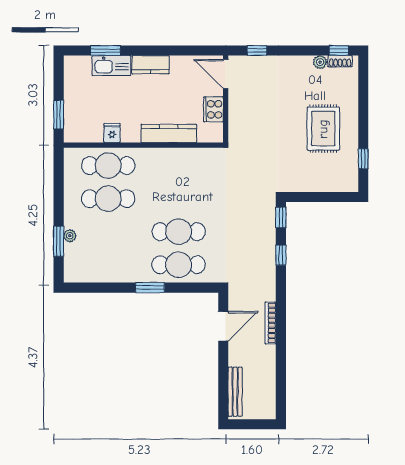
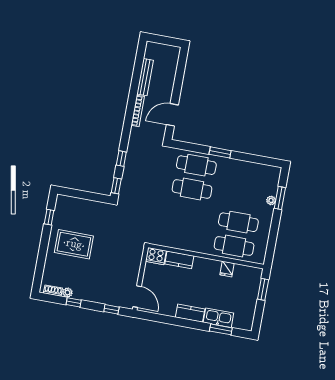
window: (339, 51) -> (74, 302), moved
cooker: (213, 109) -> (156, 256), moved, turned 90
rug: (323, 129) -> (74, 244), turned 90
kitchen counter: (169, 133) -> (179, 260), width x0.67
bench: (235, 392) -> (145, 77), moved

